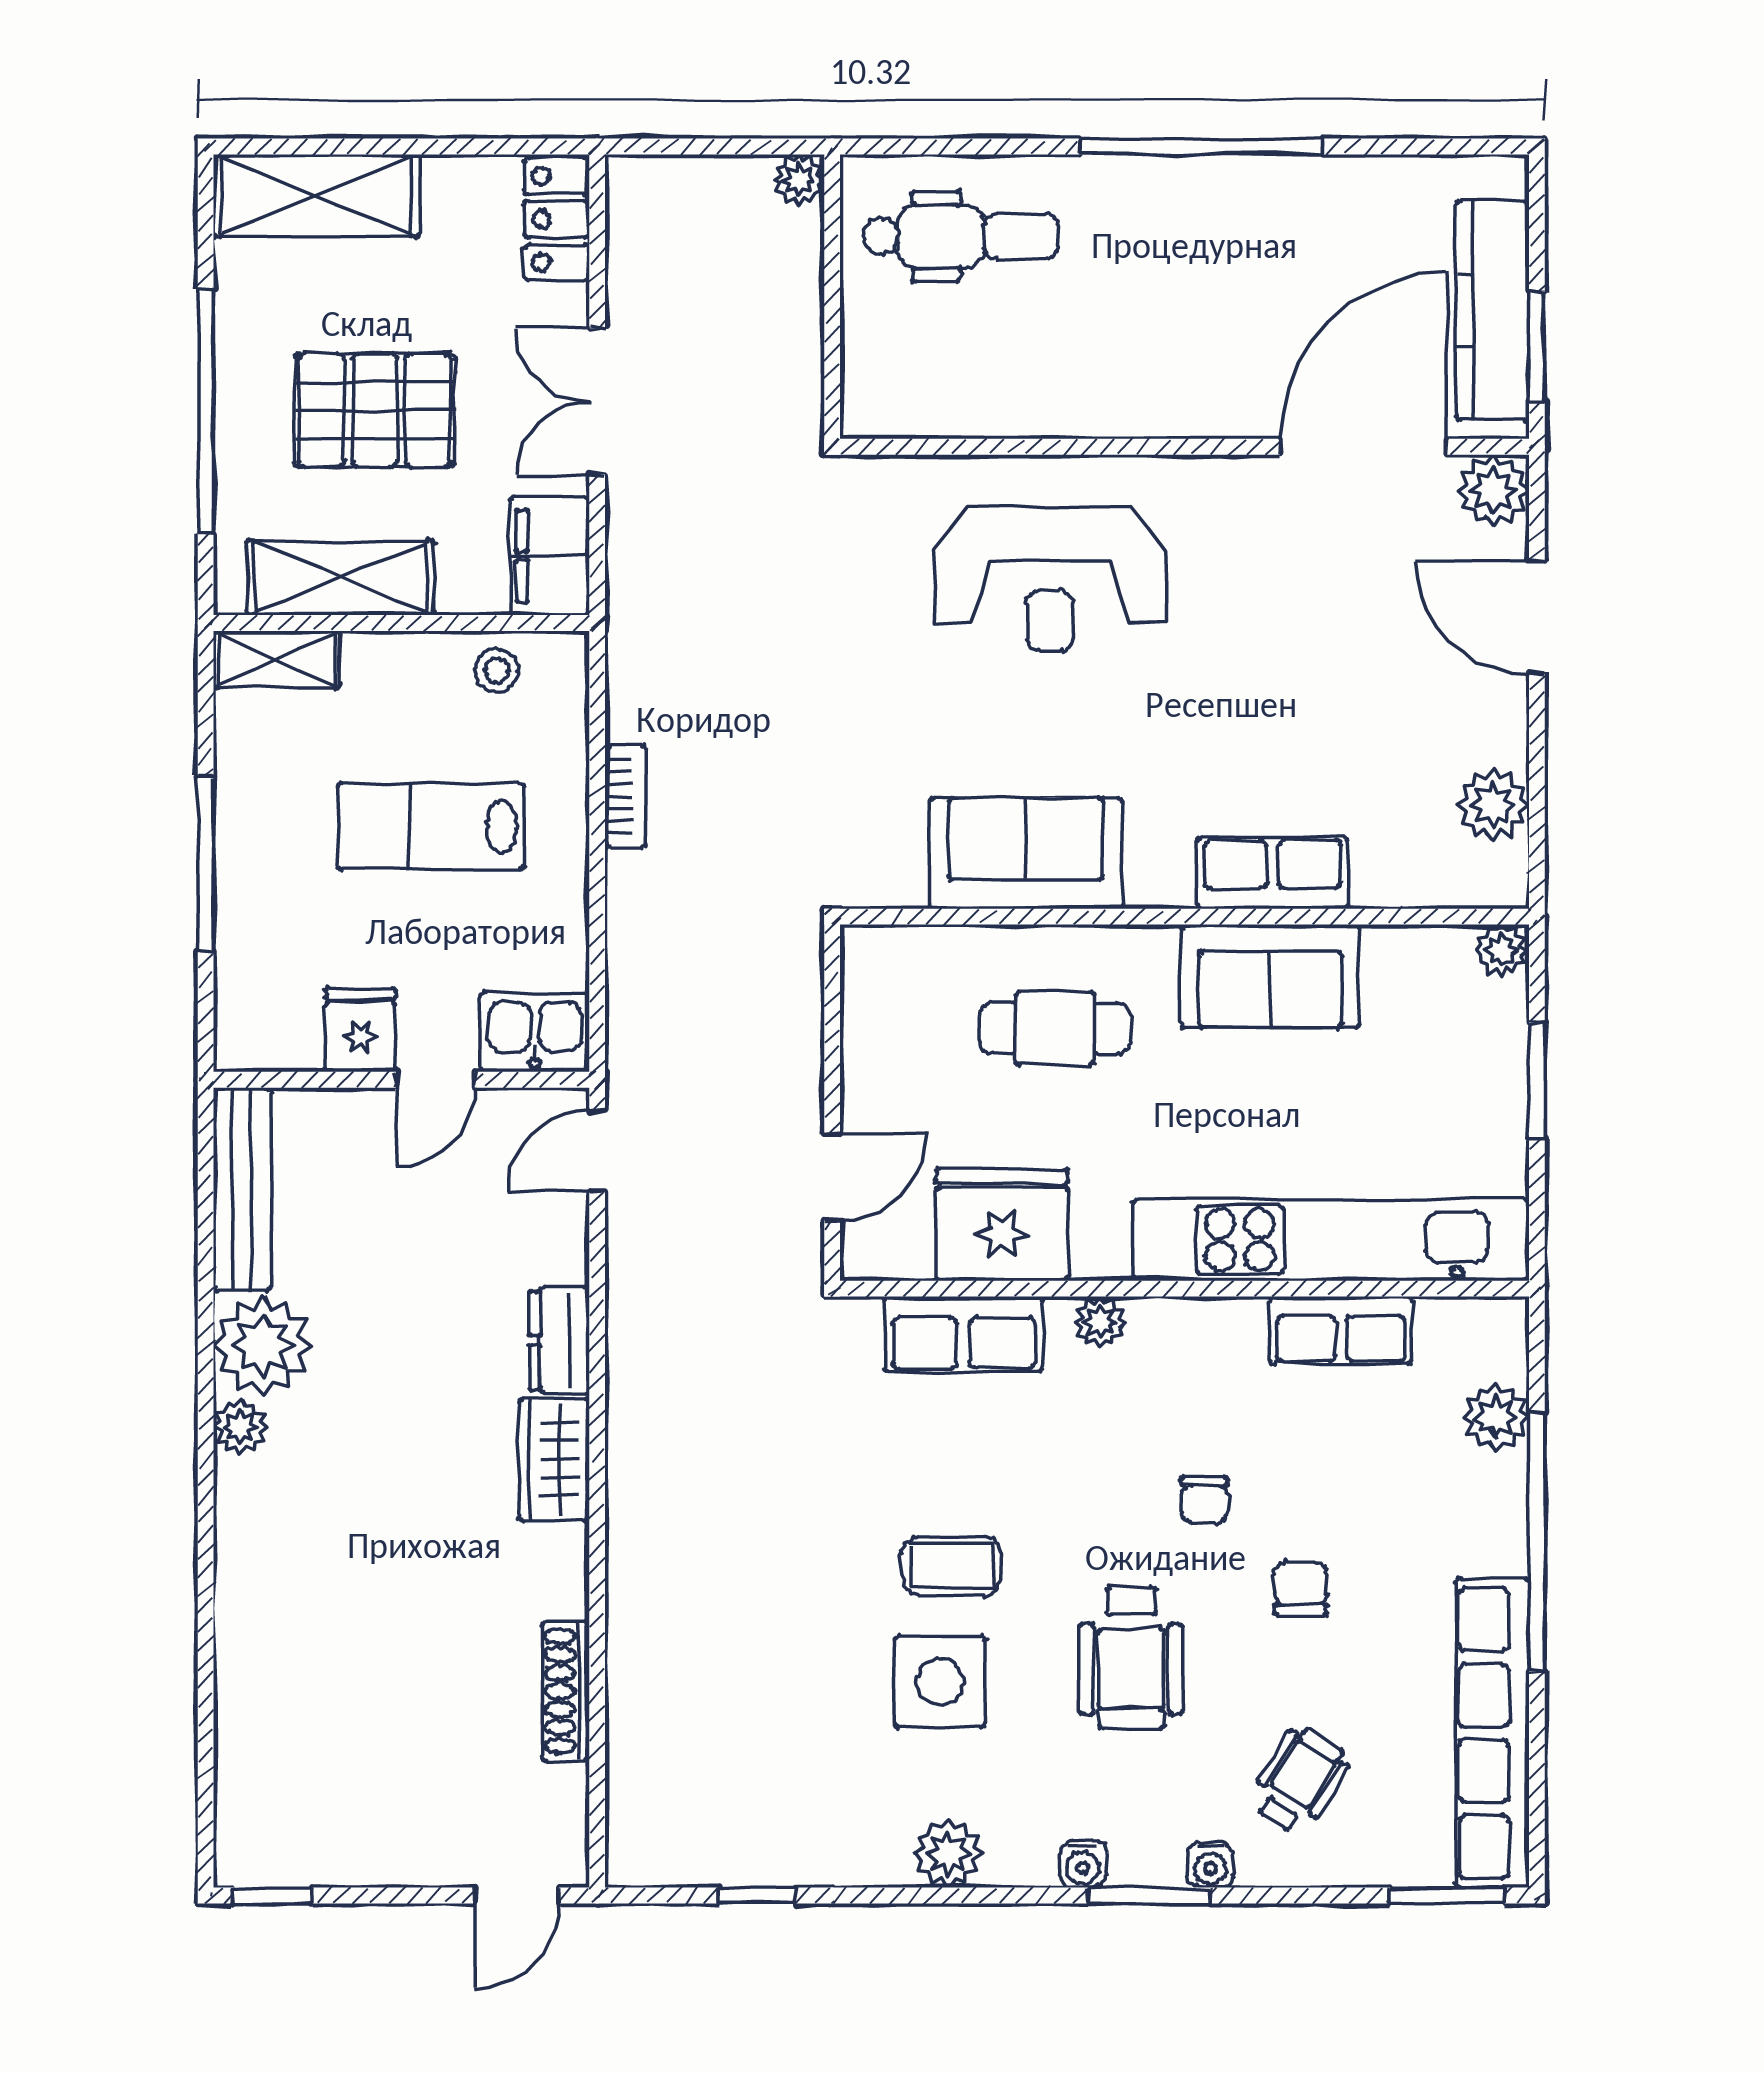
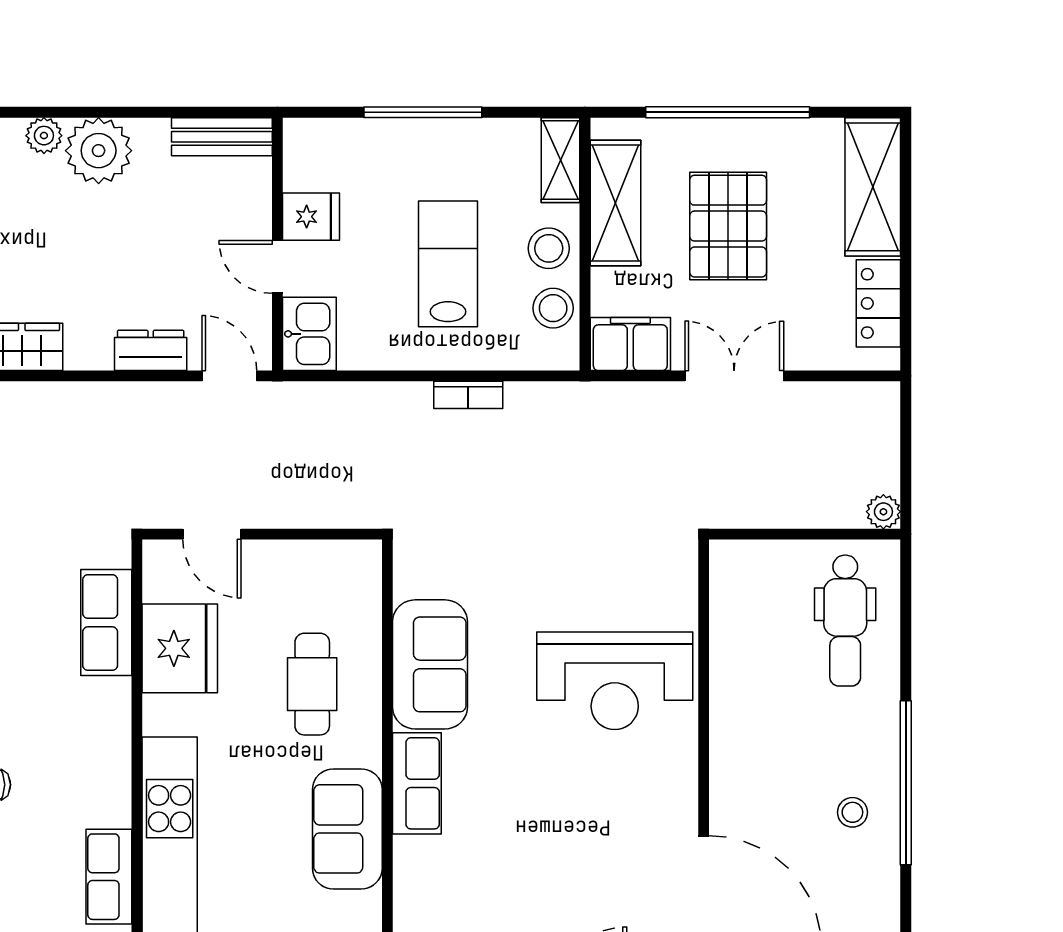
locker: (556, 219) -> (878, 303), moved, turned -90
stool: (1245, 226) -> (852, 812), added
reception desk: (1050, 579) -> (615, 681), turned -90
stool: (497, 670) -> (553, 308), width x1.37, depth x1.37
stool: (408, 677) -> (549, 248), added
row of seats: (1273, 873) -> (417, 783), moved
bench: (242, 1189) -> (222, 137), width x0.73
plant: (1100, 1322) -> (114, 714), removed
dresser: (559, 1340) -> (151, 350), moved

